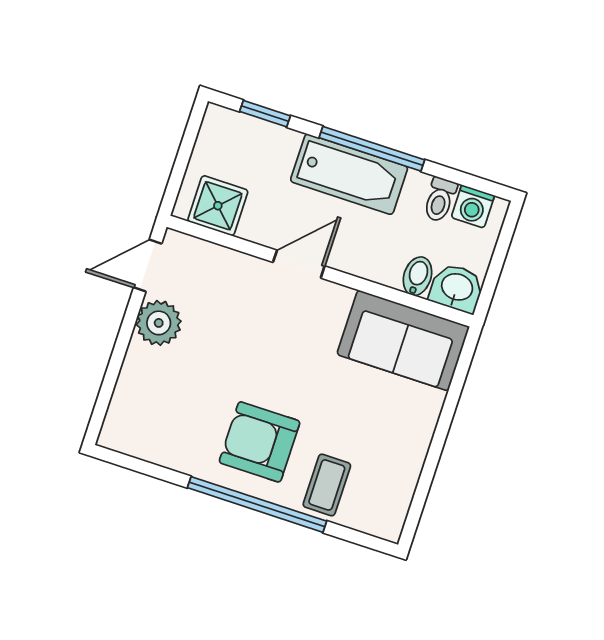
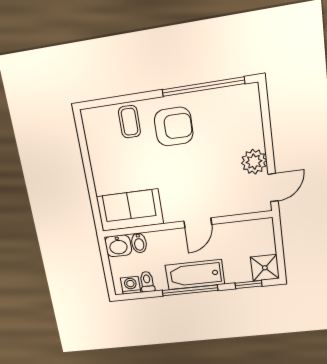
shower: (218, 206) -> (265, 268), moved
window: (257, 504) -> (203, 87), moved

